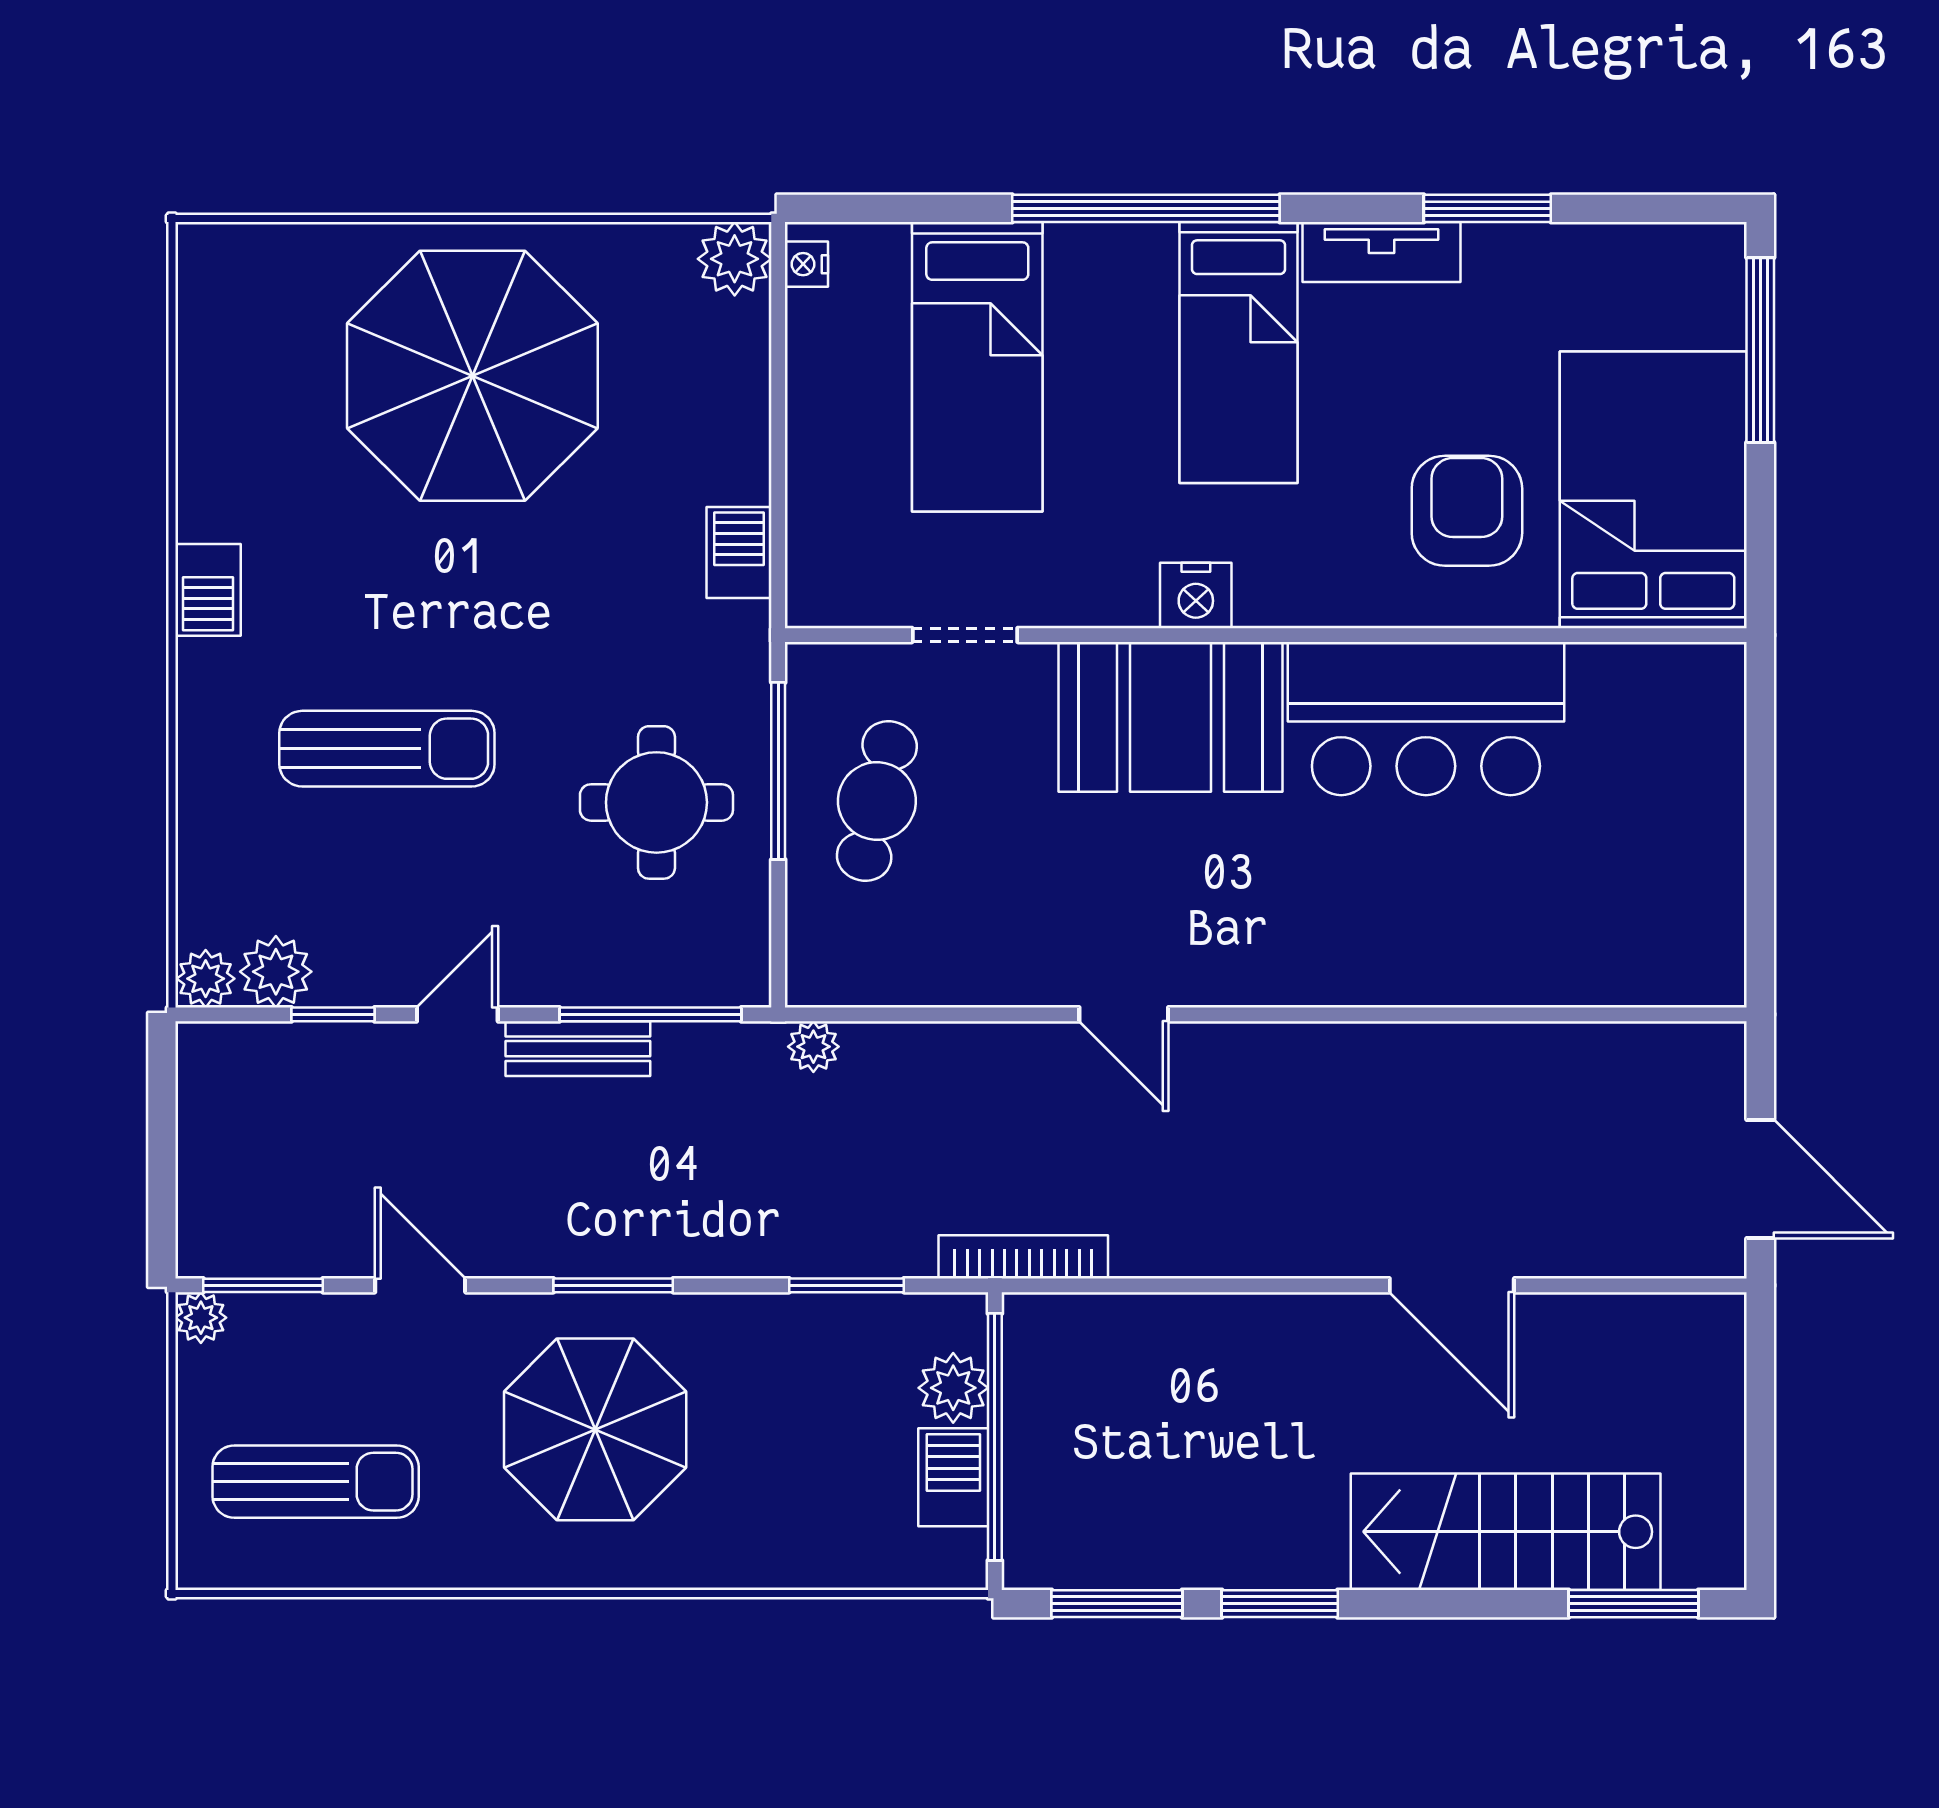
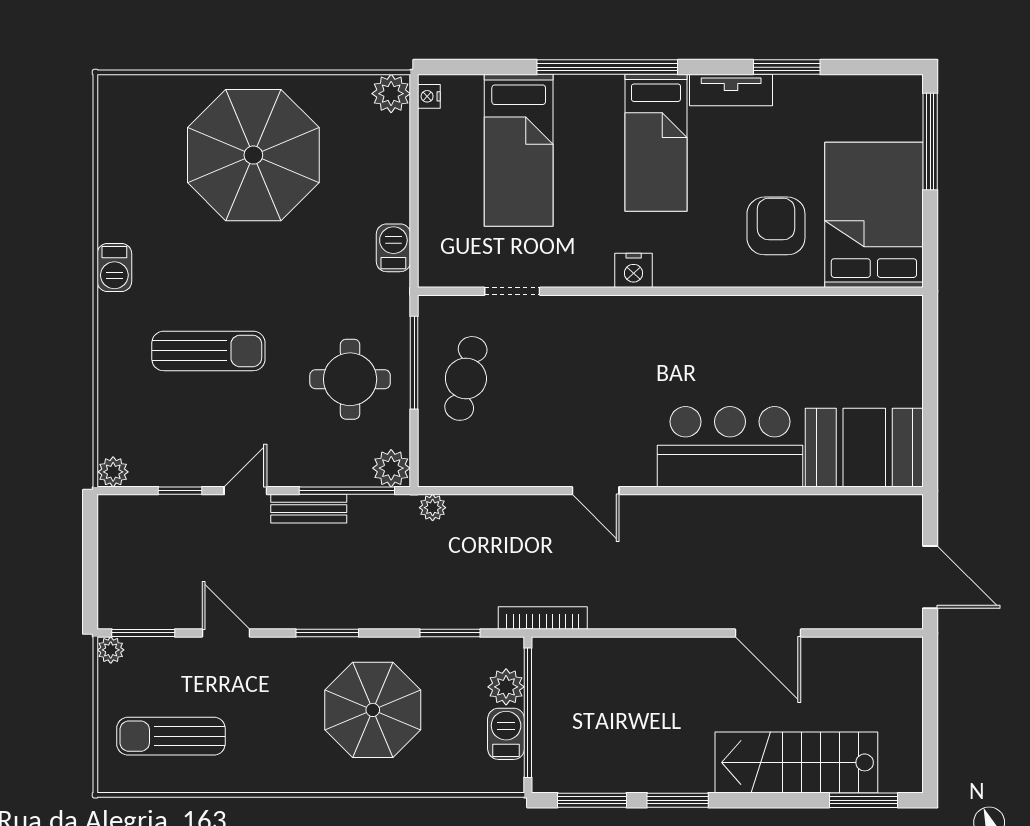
booth: (1170, 717) -> (864, 448), moved
bar counter: (1426, 719) -> (730, 447), moved, turned 180
plant: (276, 972) -> (391, 468), moved
parasol: (595, 1429) -> (373, 710), moved
sun lounger: (316, 1482) -> (171, 736), turned 180

